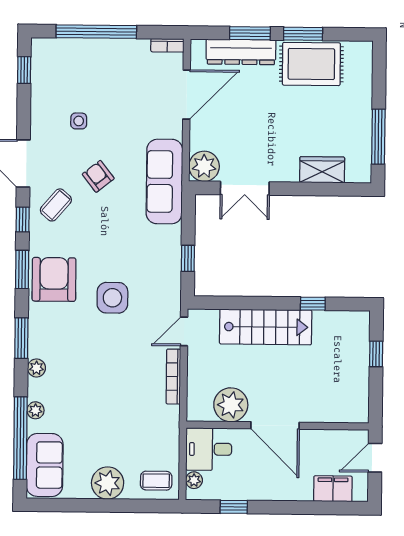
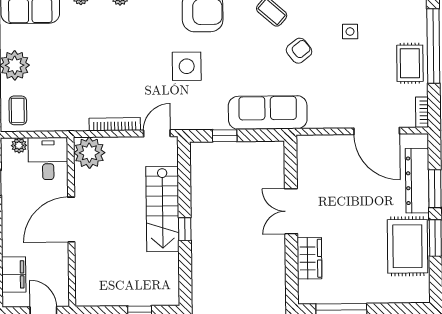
rug: (114, 57) -> (410, 63), added
plant: (204, 166) -> (310, 149), removed
sofa: (164, 181) -> (268, 113), moved
double door: (245, 188) -> (291, 211), moved
window: (313, 304) -> (185, 229), moved
door: (184, 331) -> (157, 133), hinge flipped
plant: (231, 405) -> (89, 153), moved

